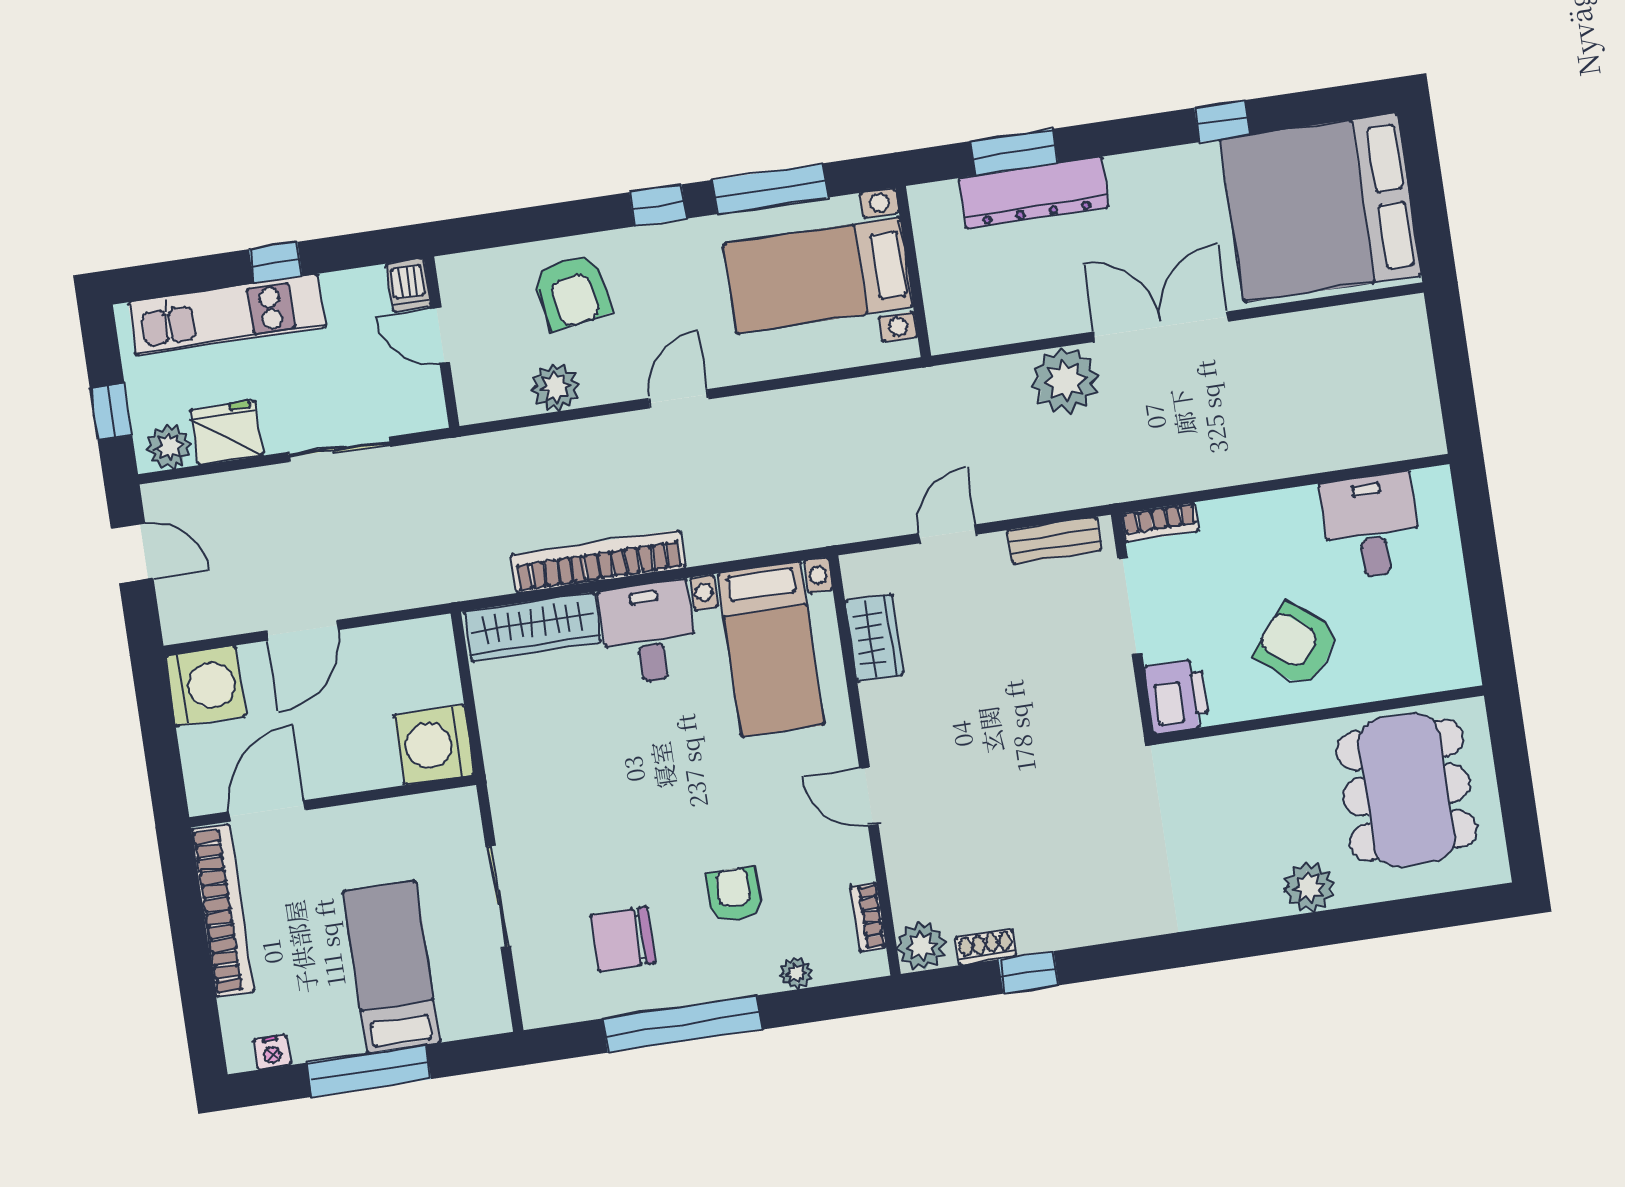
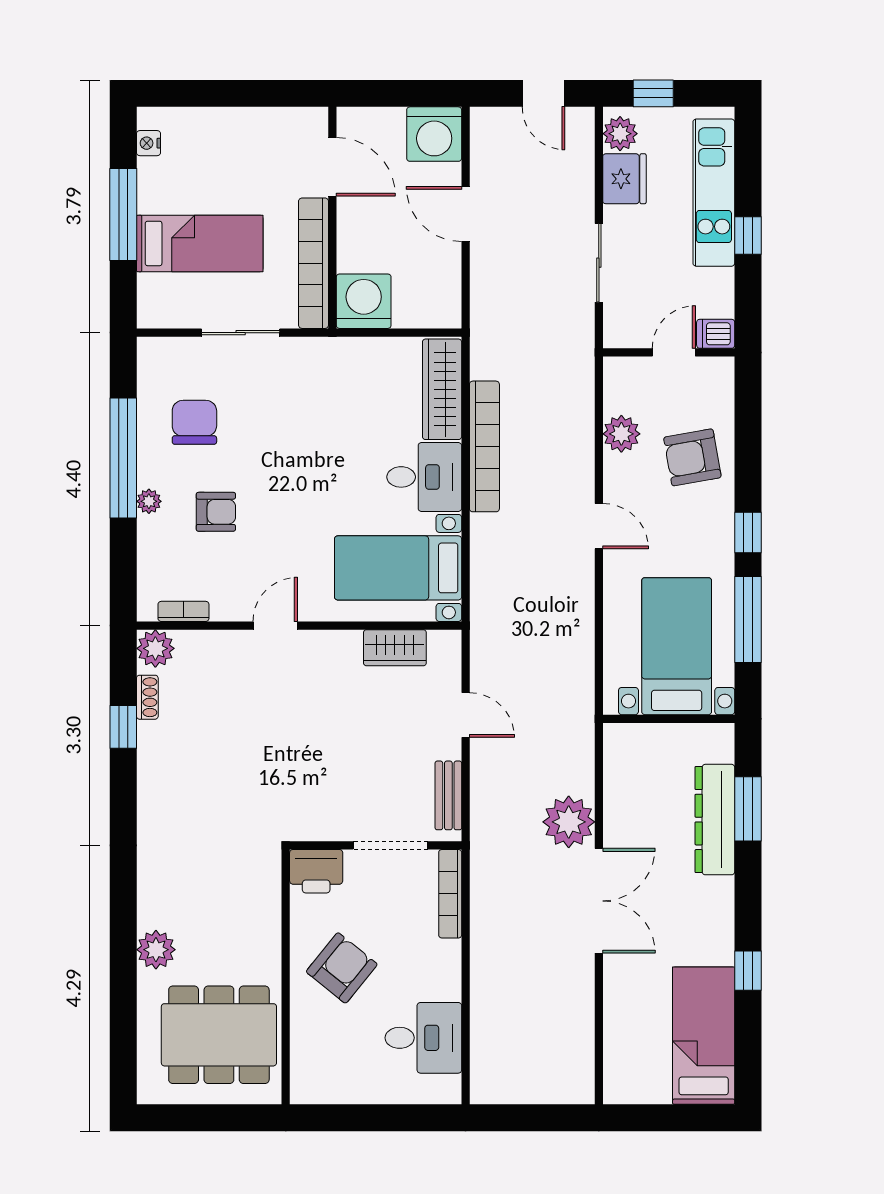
bed: (1321, 207) -> (704, 1036), width x0.49
bookcase: (1160, 522) -> (450, 894), width x1.56
door: (132, 553) -> (543, 93), hinge flipped
bookcase: (223, 911) -> (314, 263), moved, turned 90
plant: (796, 973) -> (149, 501), moved

